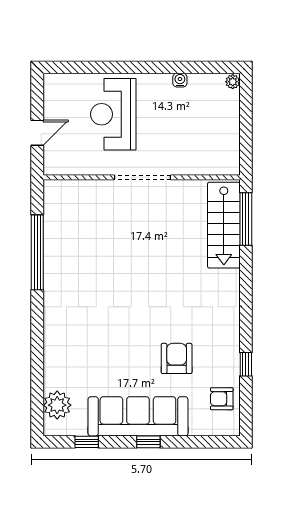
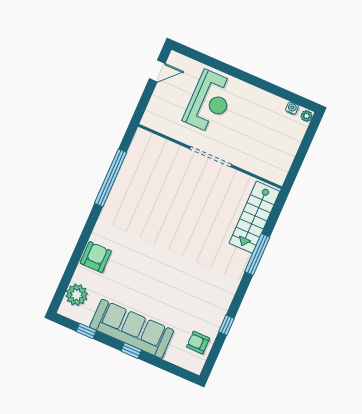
water cooler: (180, 80) -> (292, 108), moved
reception desk: (113, 114) -> (209, 102), turned 180
door: (37, 133) -> (157, 71), moved
window: (246, 219) -> (257, 254), moved
armchair: (177, 358) -> (96, 257), moved

